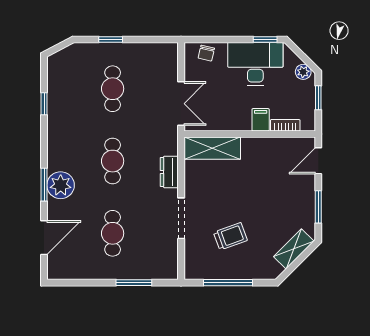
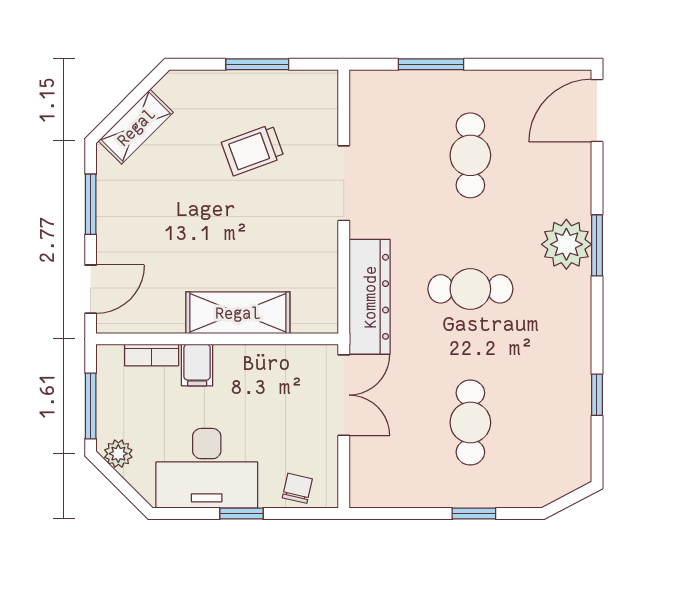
window: (265, 39) -> (241, 514), moved
window: (318, 98) -> (91, 406), width x1.50
double door: (181, 104) -> (344, 395), swing flipped
shelving: (212, 148) -> (238, 313), moved
cafe table: (113, 161) -> (470, 289), turned 90
dresser: (169, 172) -> (370, 297), width x1.96, depth x1.24
door: (44, 238) -> (597, 111), moved
window: (228, 283) -> (257, 64), width x0.69

